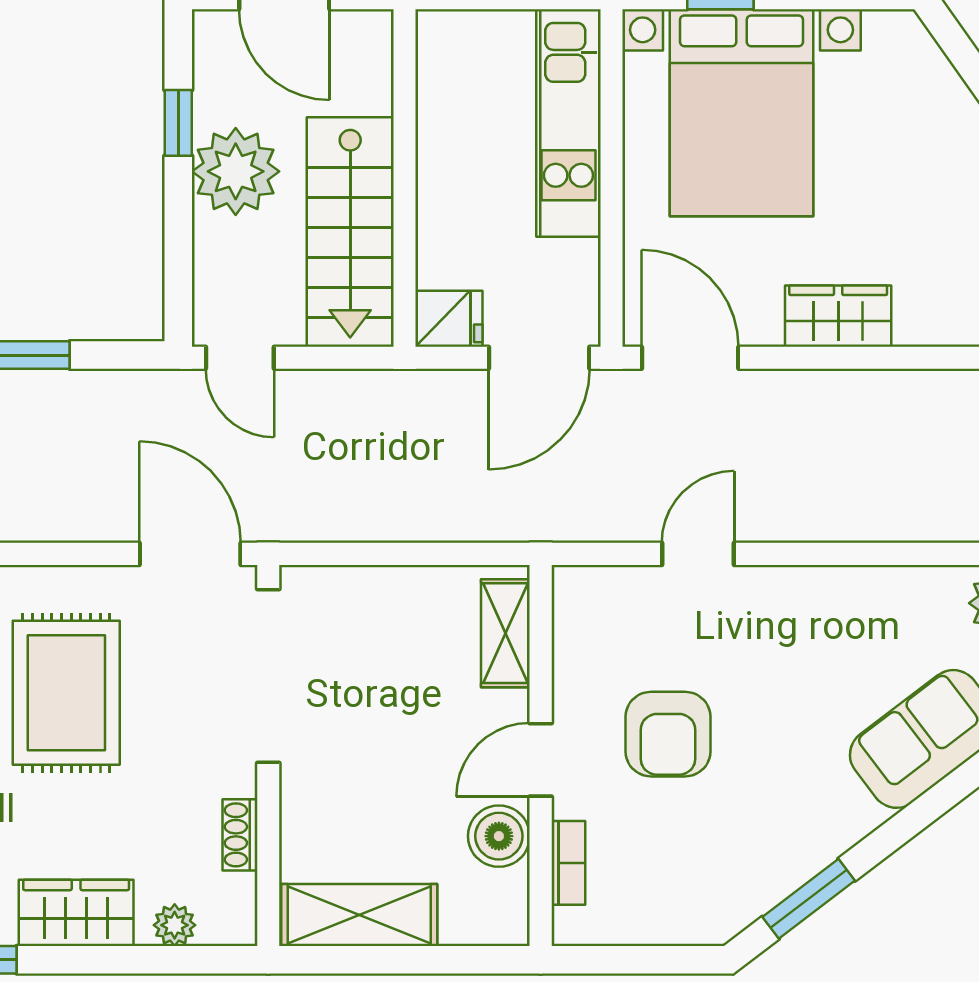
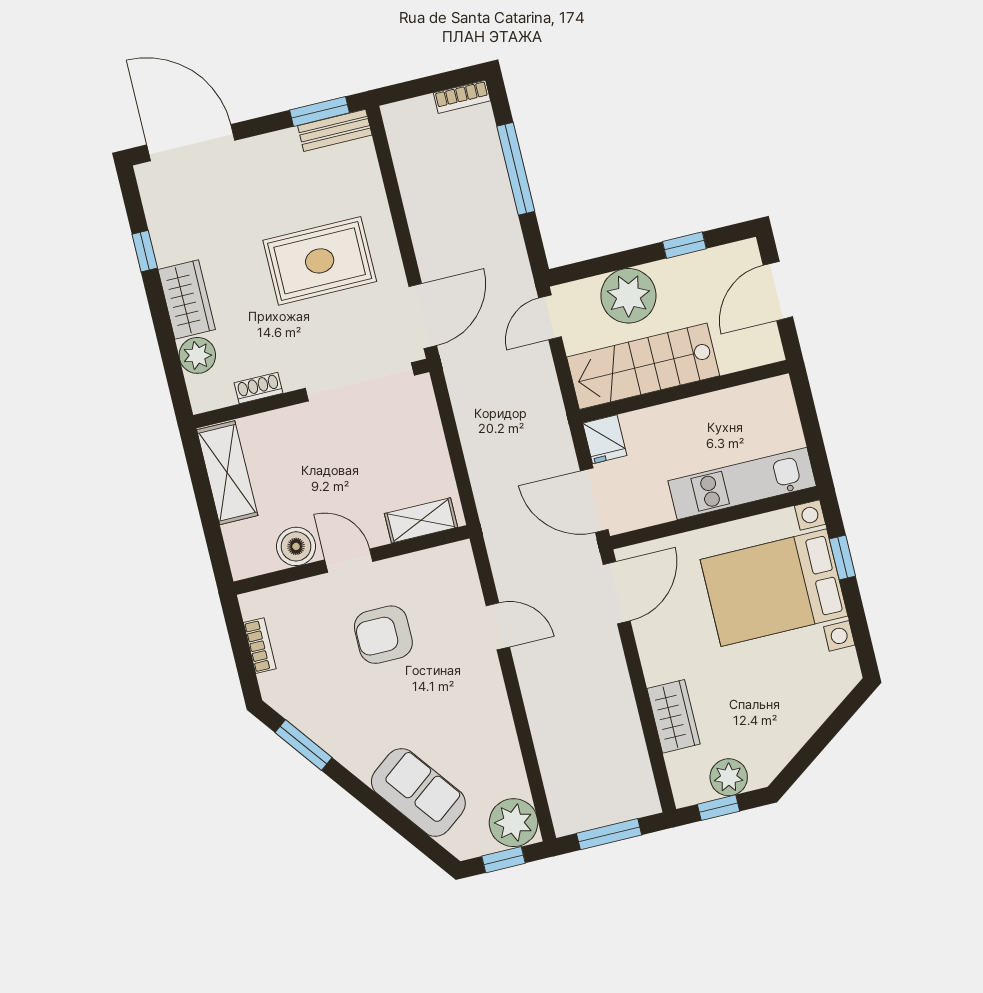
plant: (236, 171) -> (628, 296), moved
wardrobe: (838, 316) -> (673, 716), moved
bookcase: (568, 863) -> (260, 646), moved, turned -90
plant: (175, 925) -> (197, 355), width x1.38, depth x1.38

